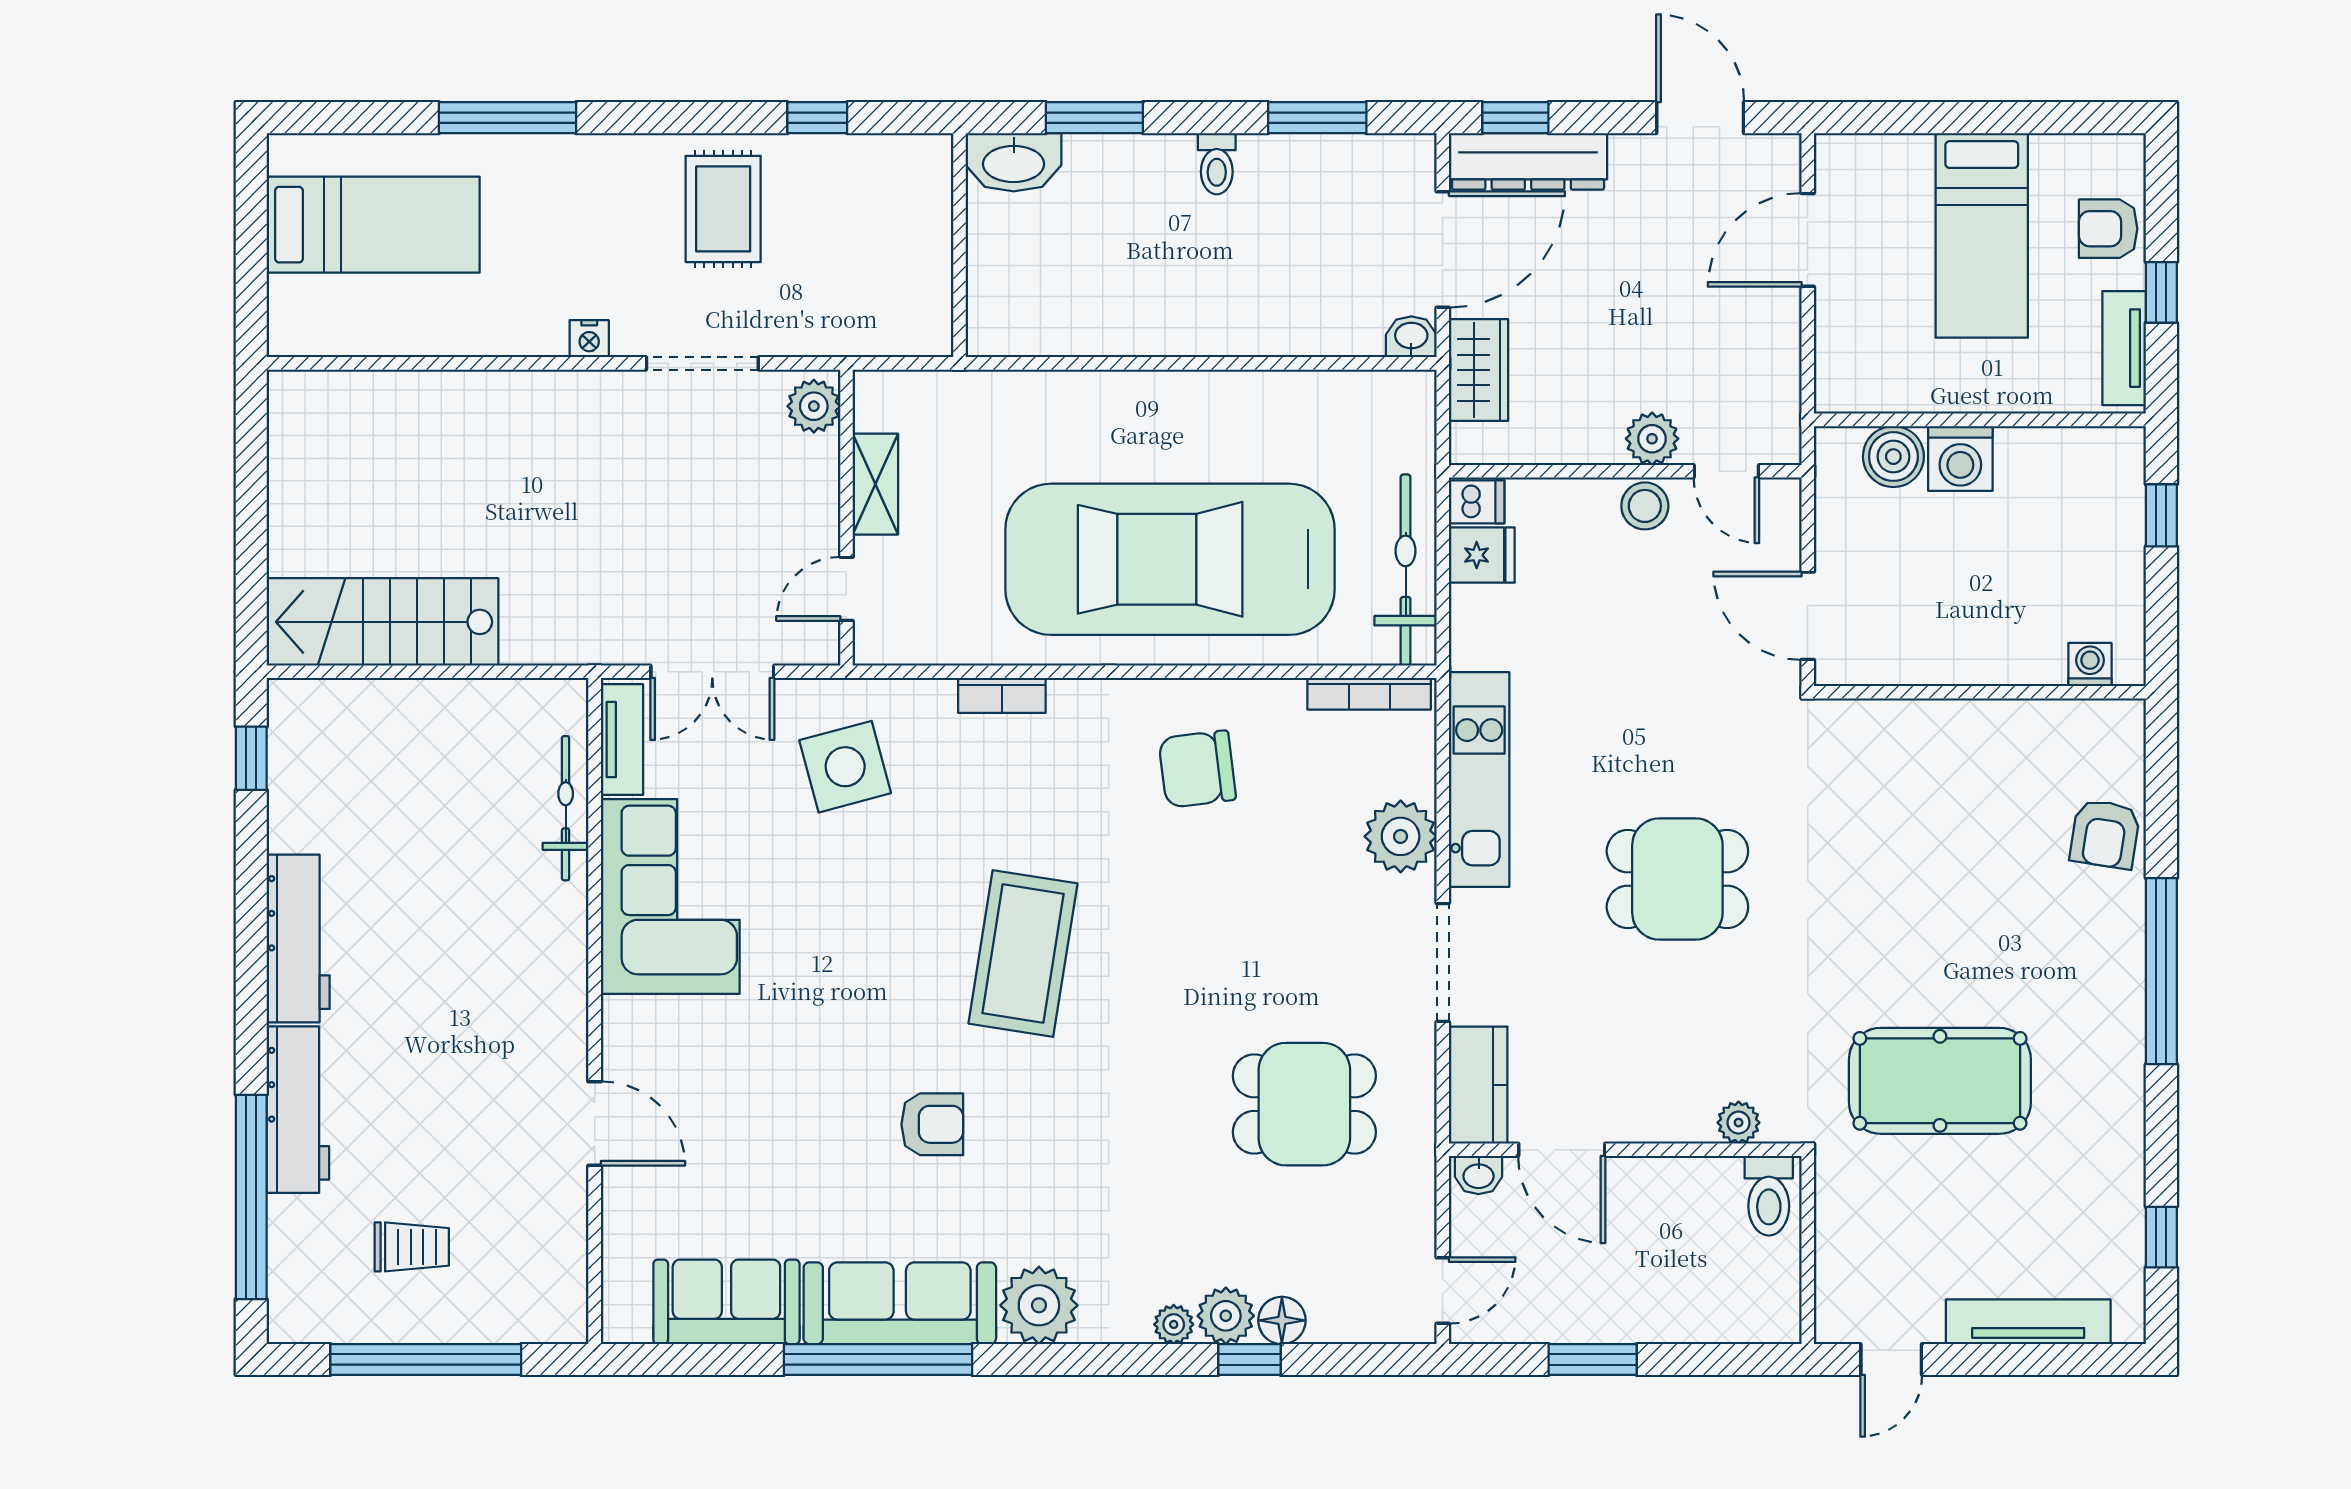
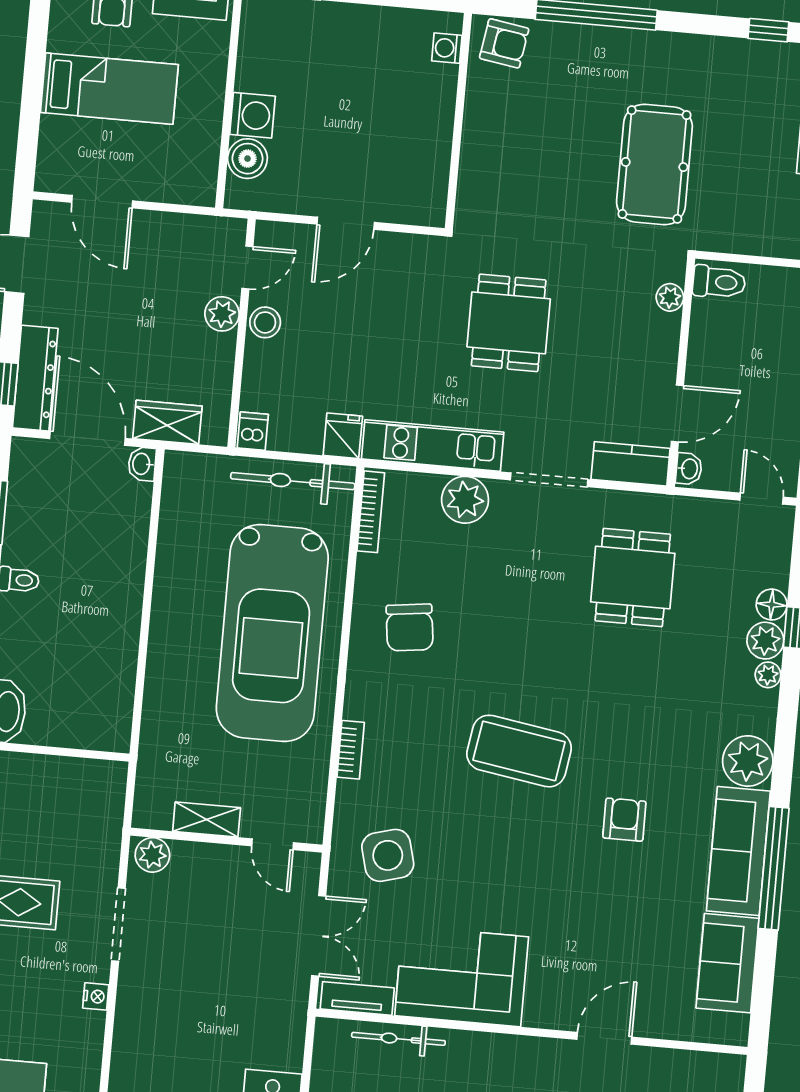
fridge: (1482, 555) -> (343, 436), moved
washing machine: (2090, 665) -> (447, 48), moved
wall: (1980, 692) -> (458, 121), moved

